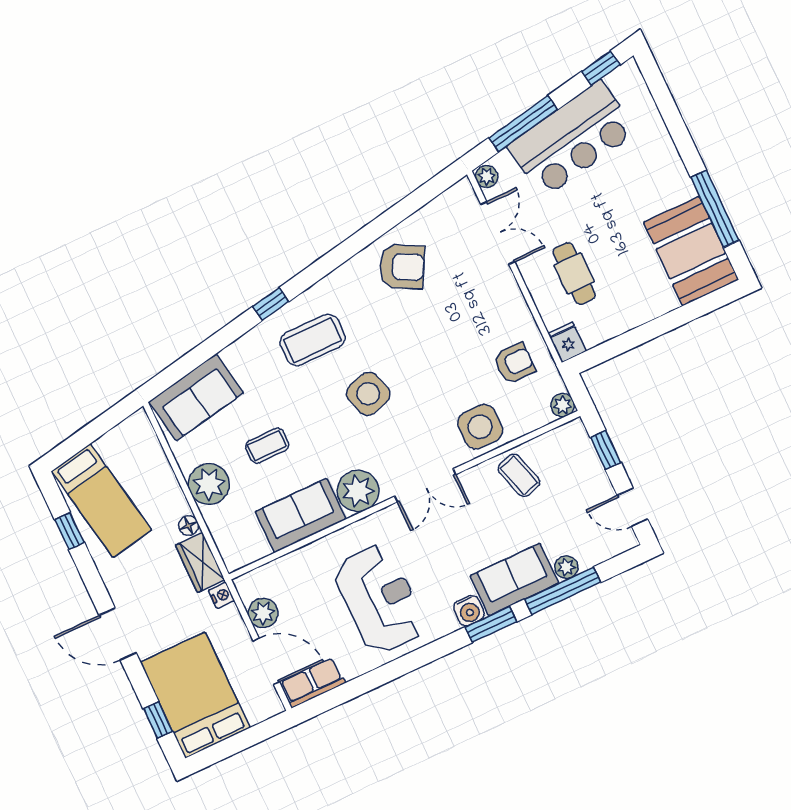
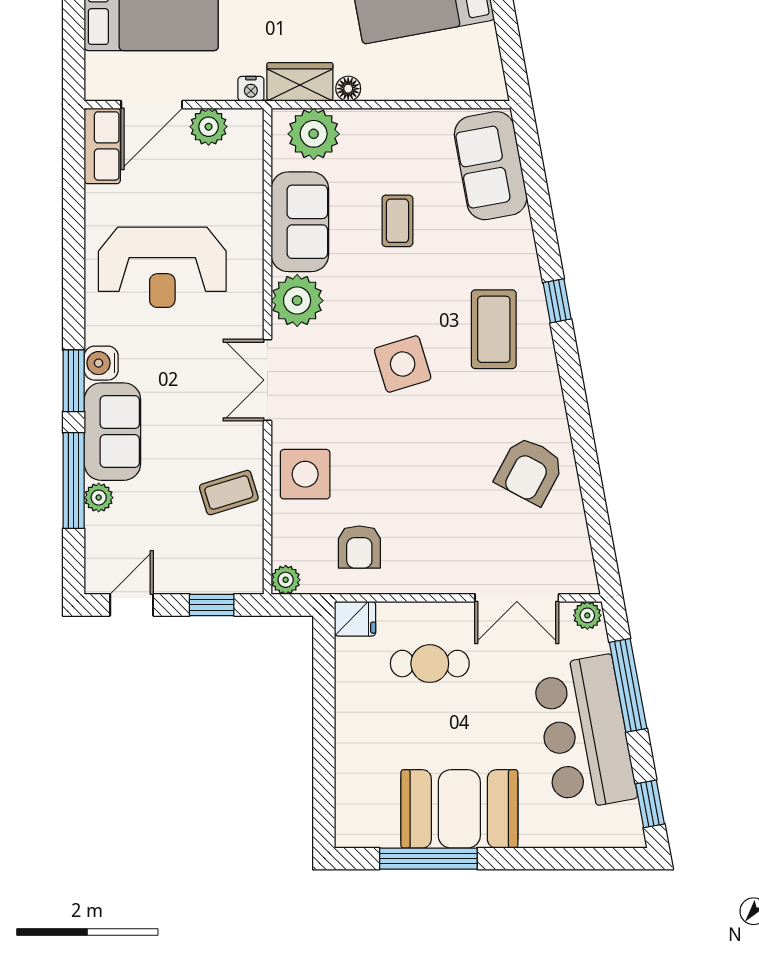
booth: (691, 251) -> (459, 809), moved
plant: (209, 484) -> (314, 134), moved

